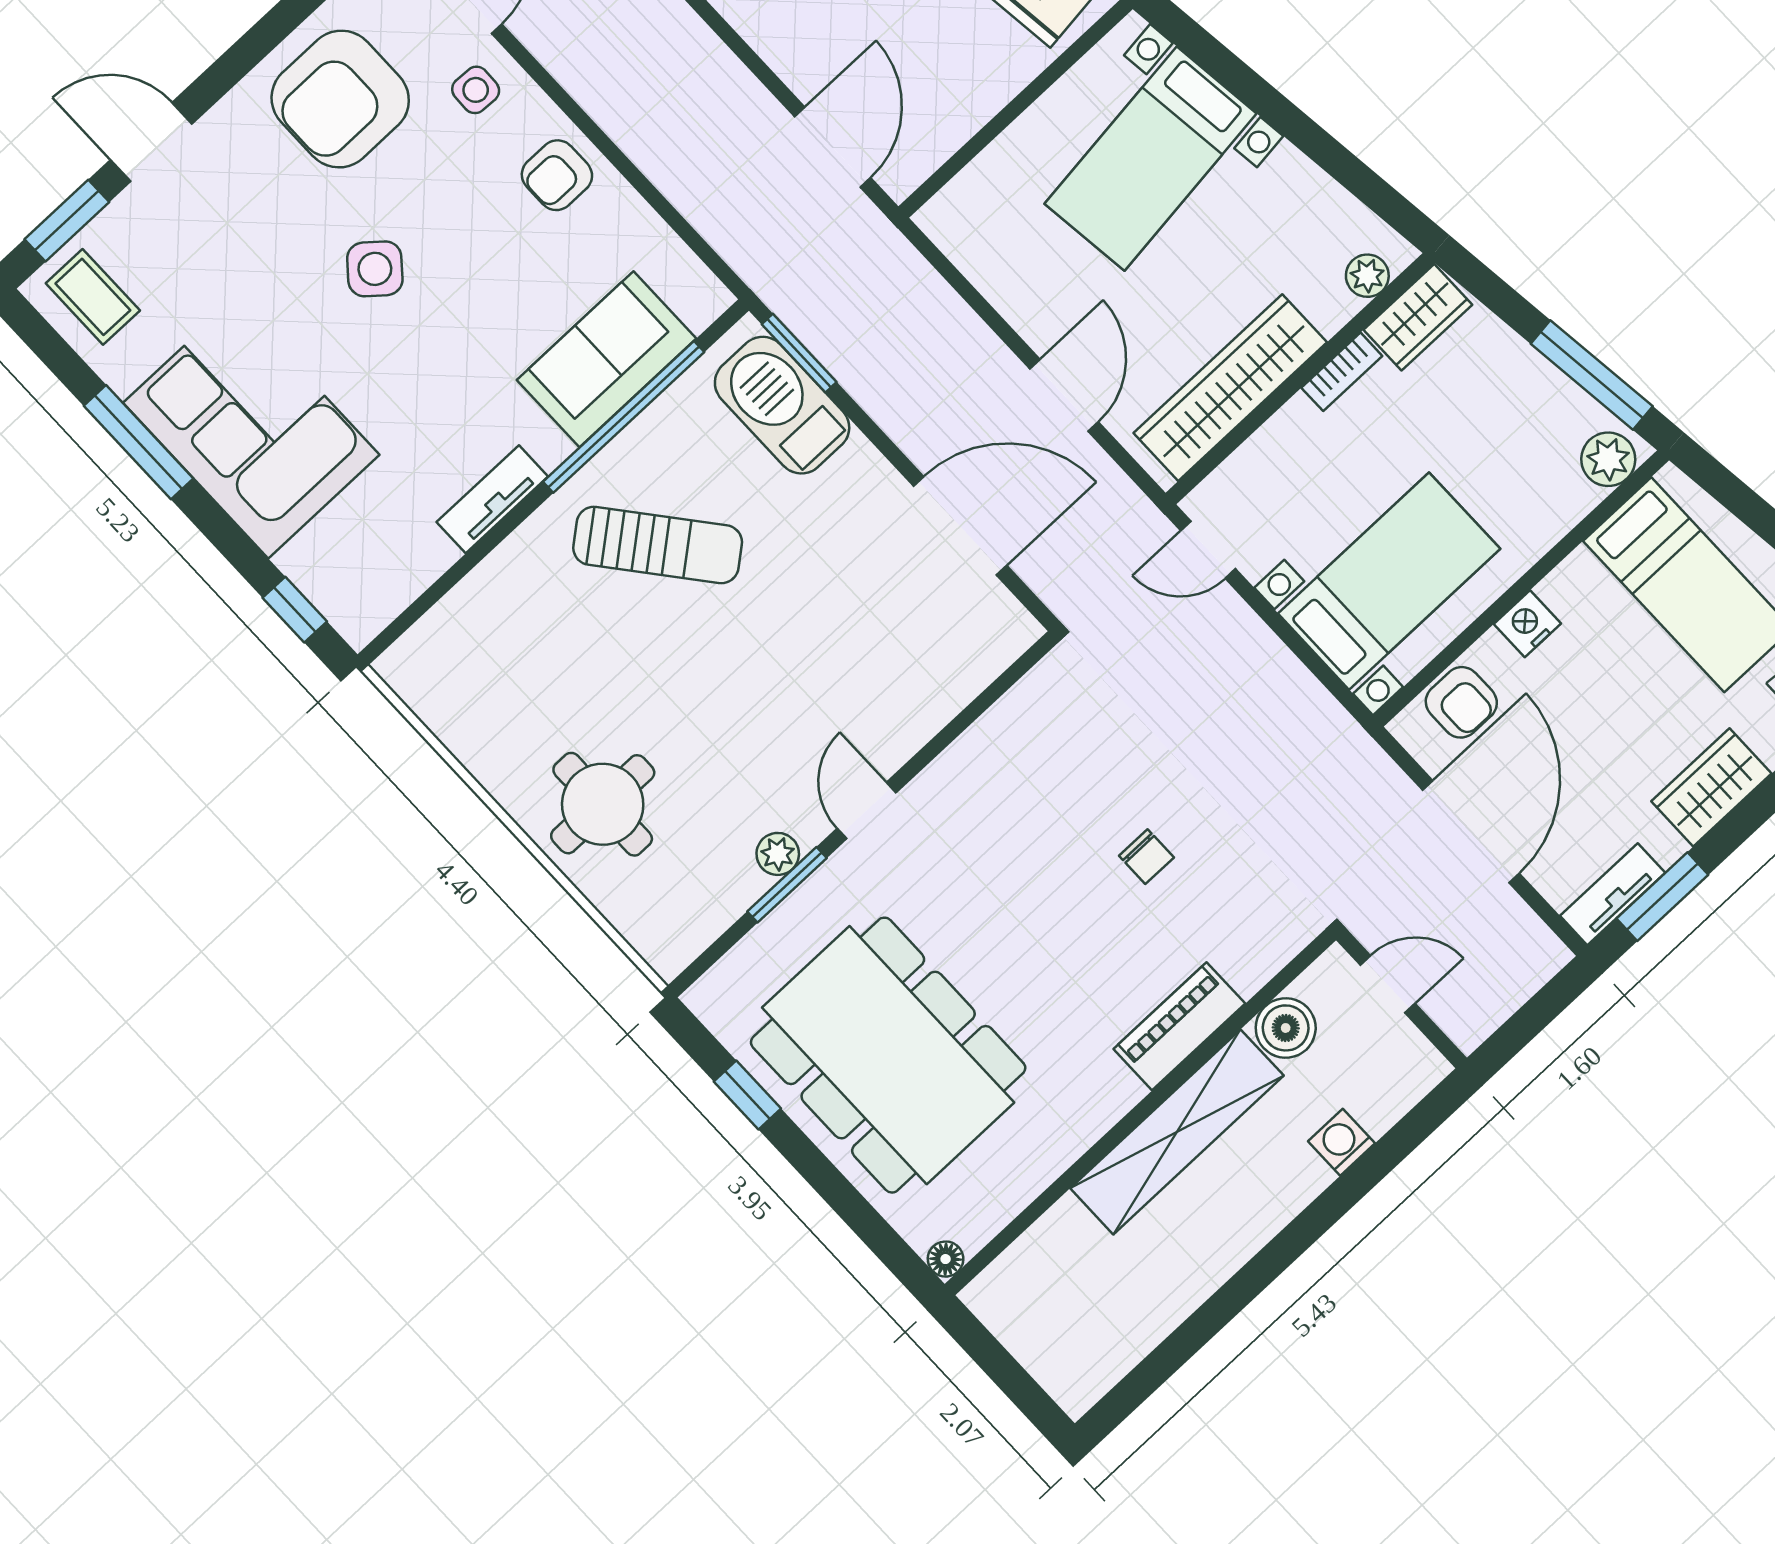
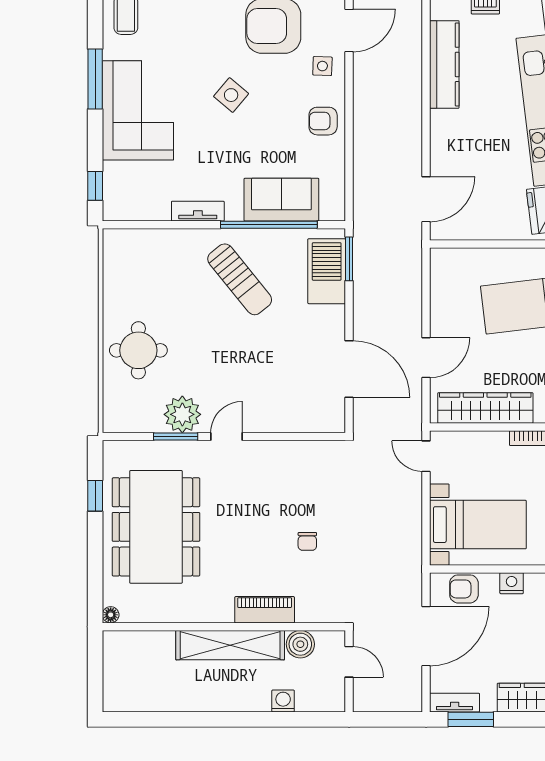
armchair: (1461, 702) -> (464, 589), turned 90
plant: (778, 854) -> (182, 414), width x1.87, depth x1.87

